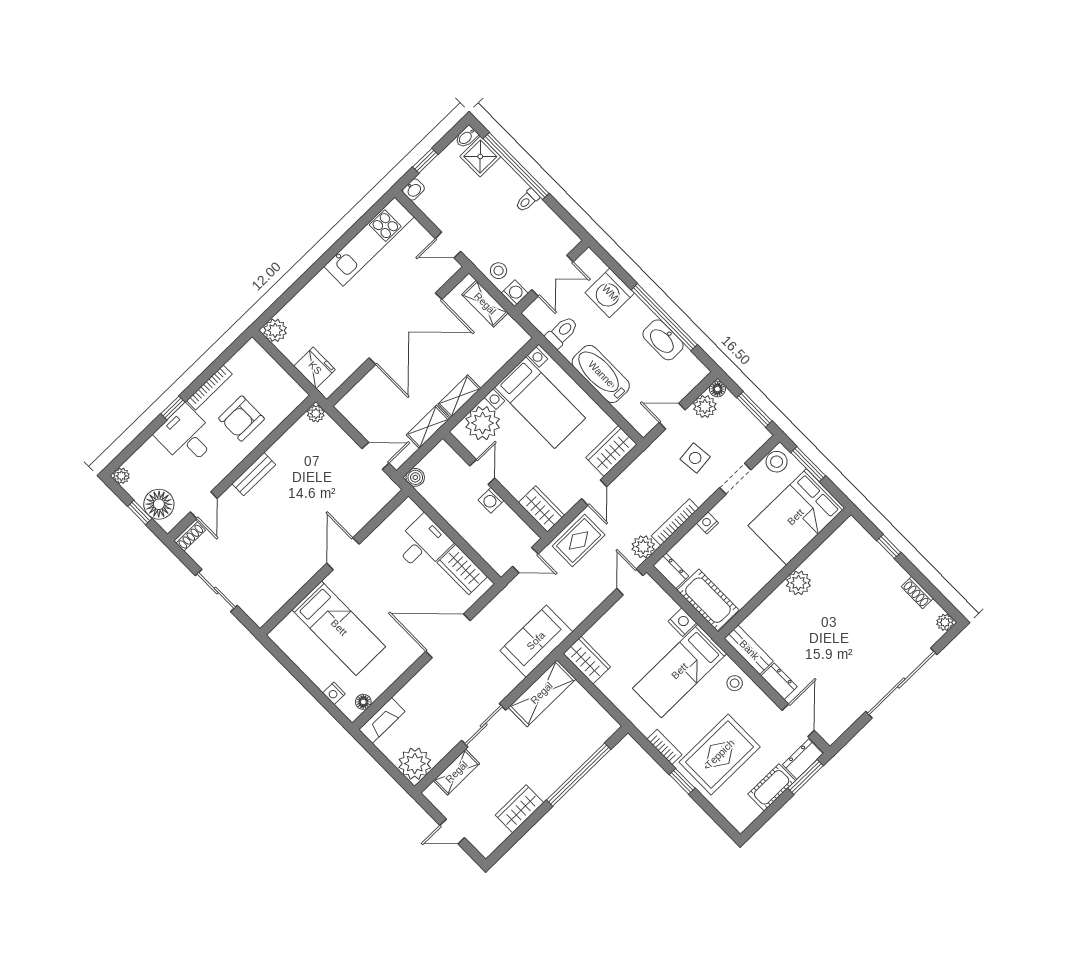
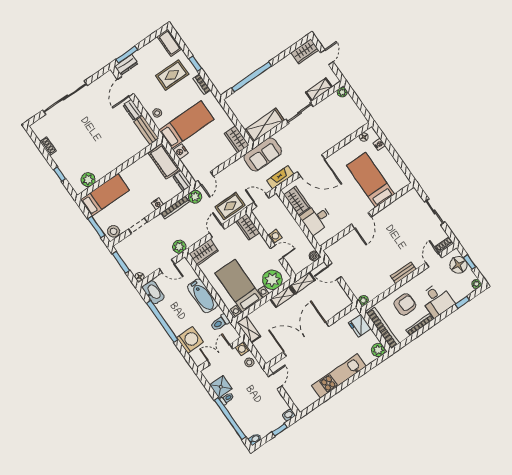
shower: (480, 156) -> (221, 387), moved
kitchen unit: (369, 242) -> (339, 376), moved
door: (448, 245) -> (275, 381), hinge flipped
shelving: (485, 304) -> (249, 329), moved
washbasin: (663, 340) -> (153, 292), moved
bookcase: (273, 370) -> (383, 328), added
plant: (705, 406) -> (179, 247), moved
window: (173, 408) -> (462, 302), moved
side table: (695, 458) -> (158, 241), removed
door: (482, 472) -> (277, 253), swing flipped
bed: (796, 517) -> (105, 195), width x0.67
plant: (798, 583) -> (88, 180), moved
plant: (945, 622) -> (35, 127), removed
fireplace: (382, 720) -> (280, 177), moved
rug: (720, 754) -> (172, 75), width x0.73, depth x0.70
plant: (415, 764) -> (342, 92), width x0.53, depth x0.53
cot: (772, 787) -> (170, 43), moved, turned 90
wardrobe: (519, 809) -> (305, 51), moved
door: (452, 831) -> (327, 57), hinge flipped

